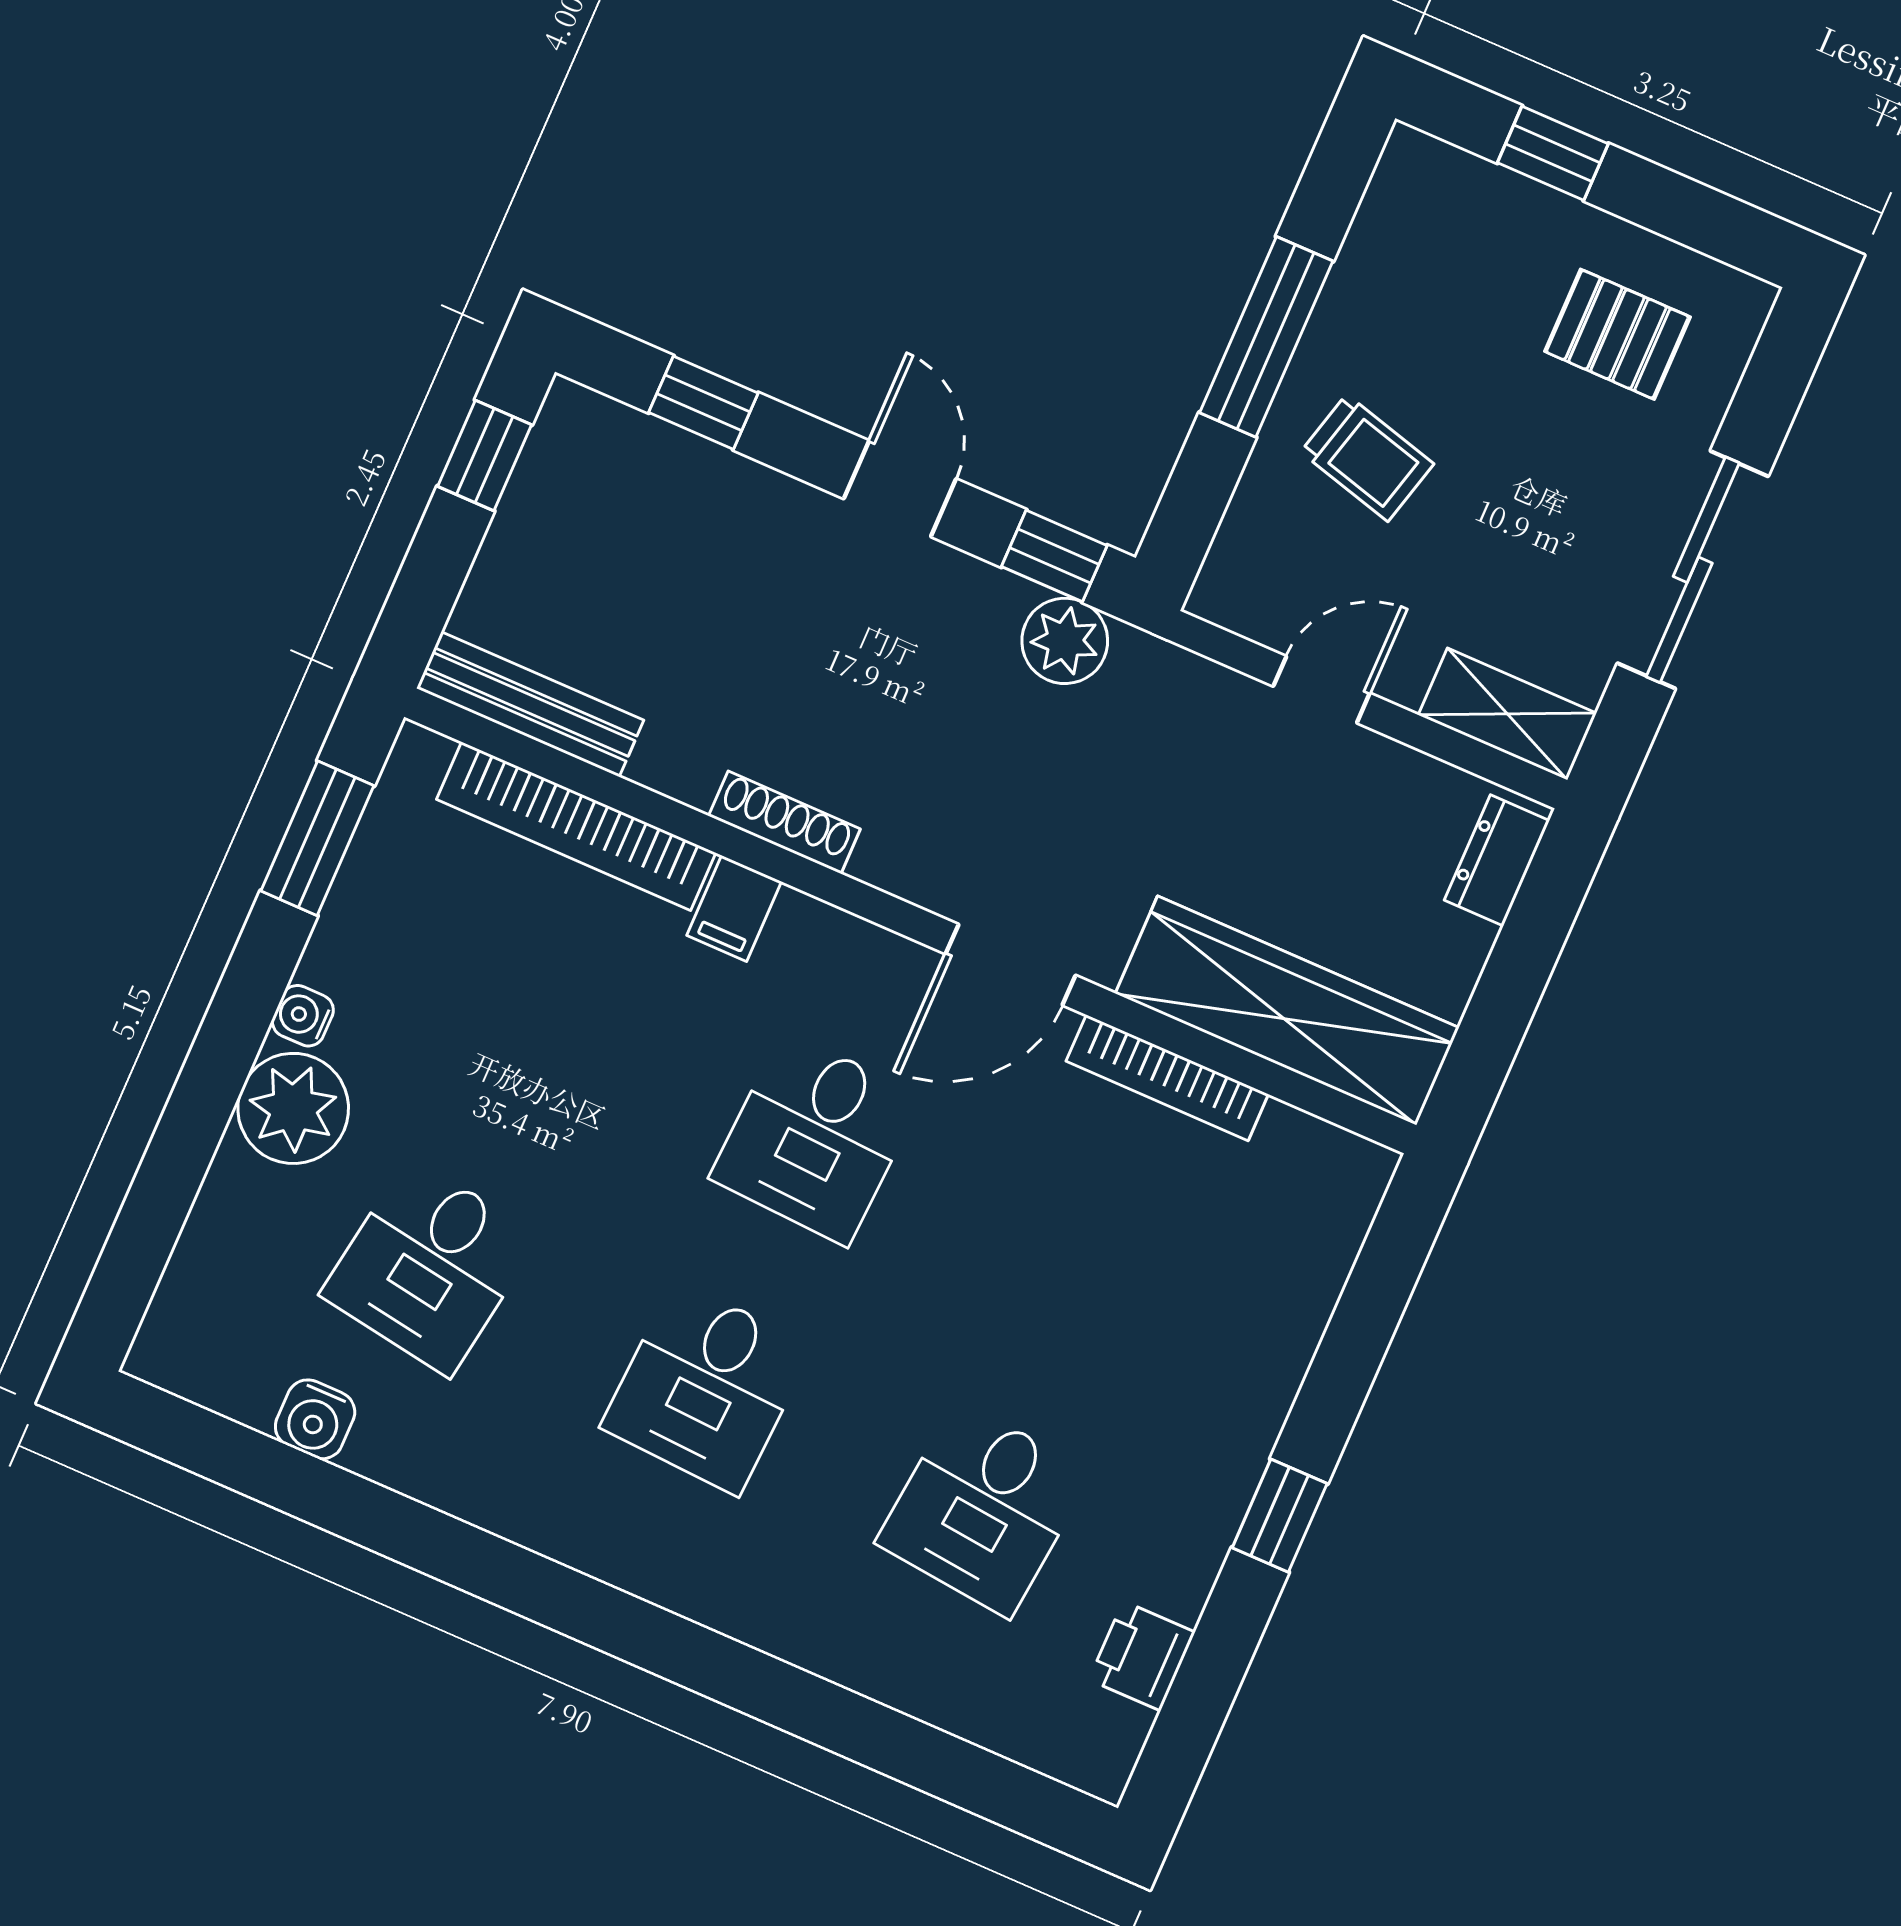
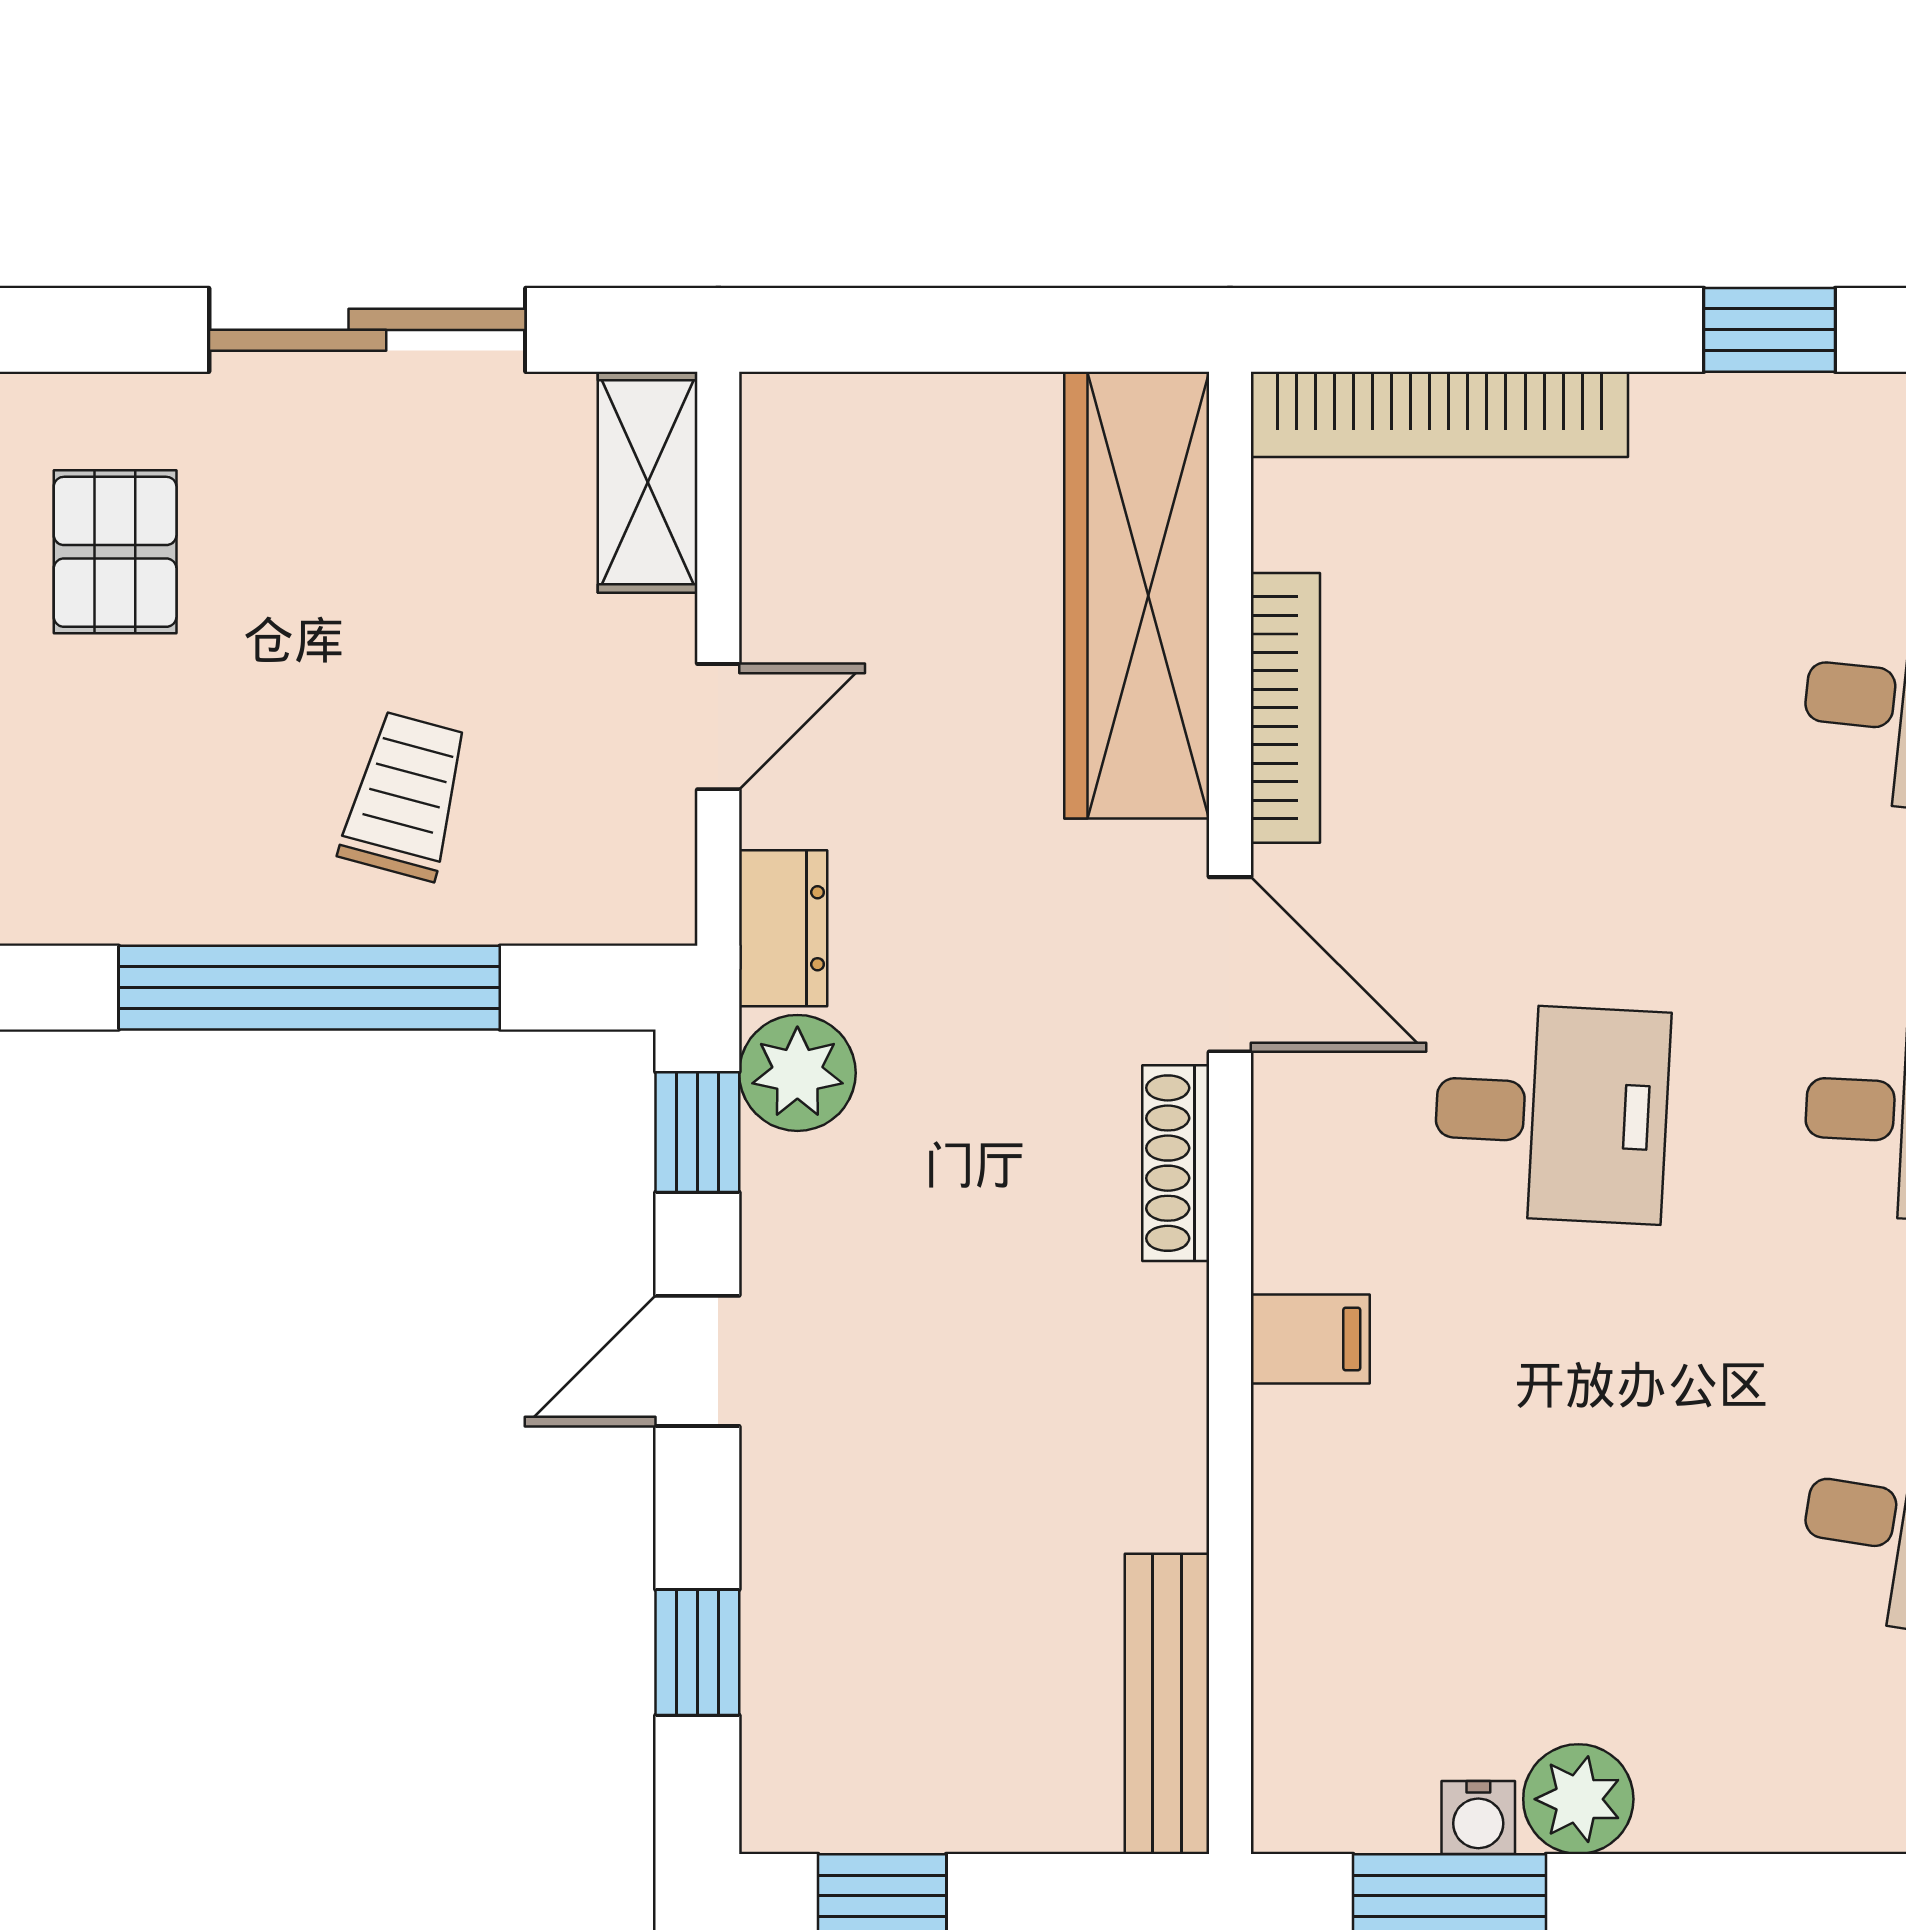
window: (1266, 337) -> (309, 988), width x1.46
door: (1322, 690) -> (718, 727), swing flipped
shoe rack: (784, 822) -> (1176, 1163), moved
bookcase: (576, 826) -> (1439, 414), moved, turned 90
dresser: (1497, 860) -> (783, 928), moved, turned -90
water cooler: (303, 1016) -> (1478, 1818), moved
plant: (293, 1108) -> (1578, 1799), moved, width x0.73, depth x0.73

